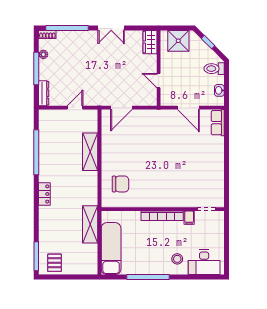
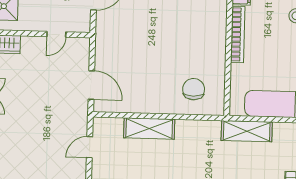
door: (75, 108) -> (90, 147), hinge flipped

